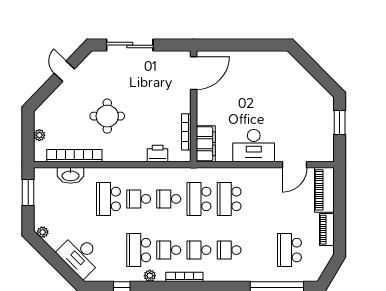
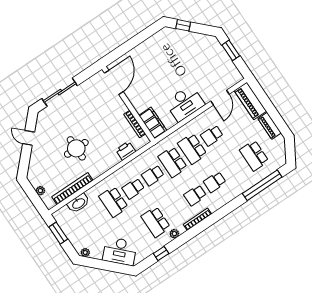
window: (307, 62) -> (183, 25), added
school desk: (169, 250) -> (212, 136), moved

